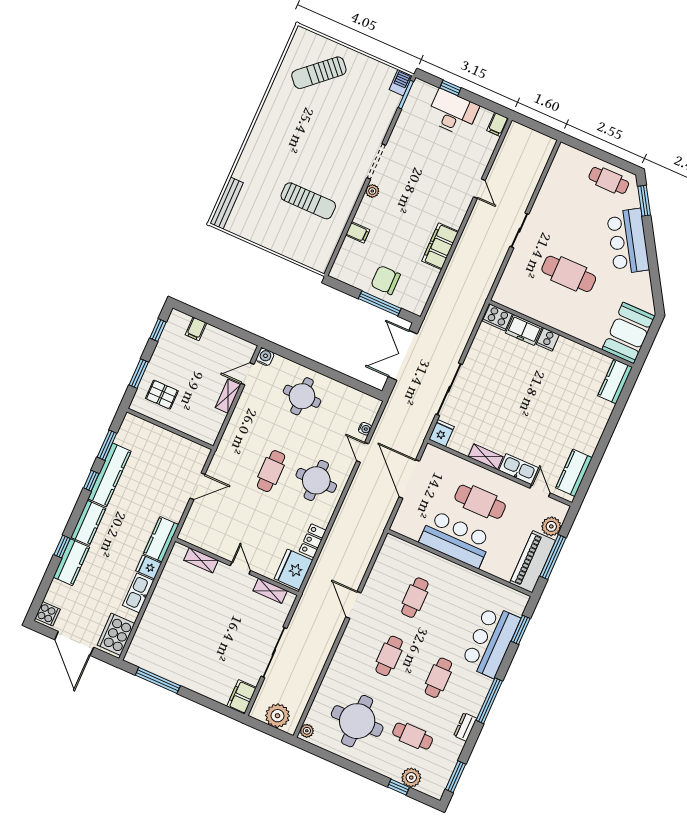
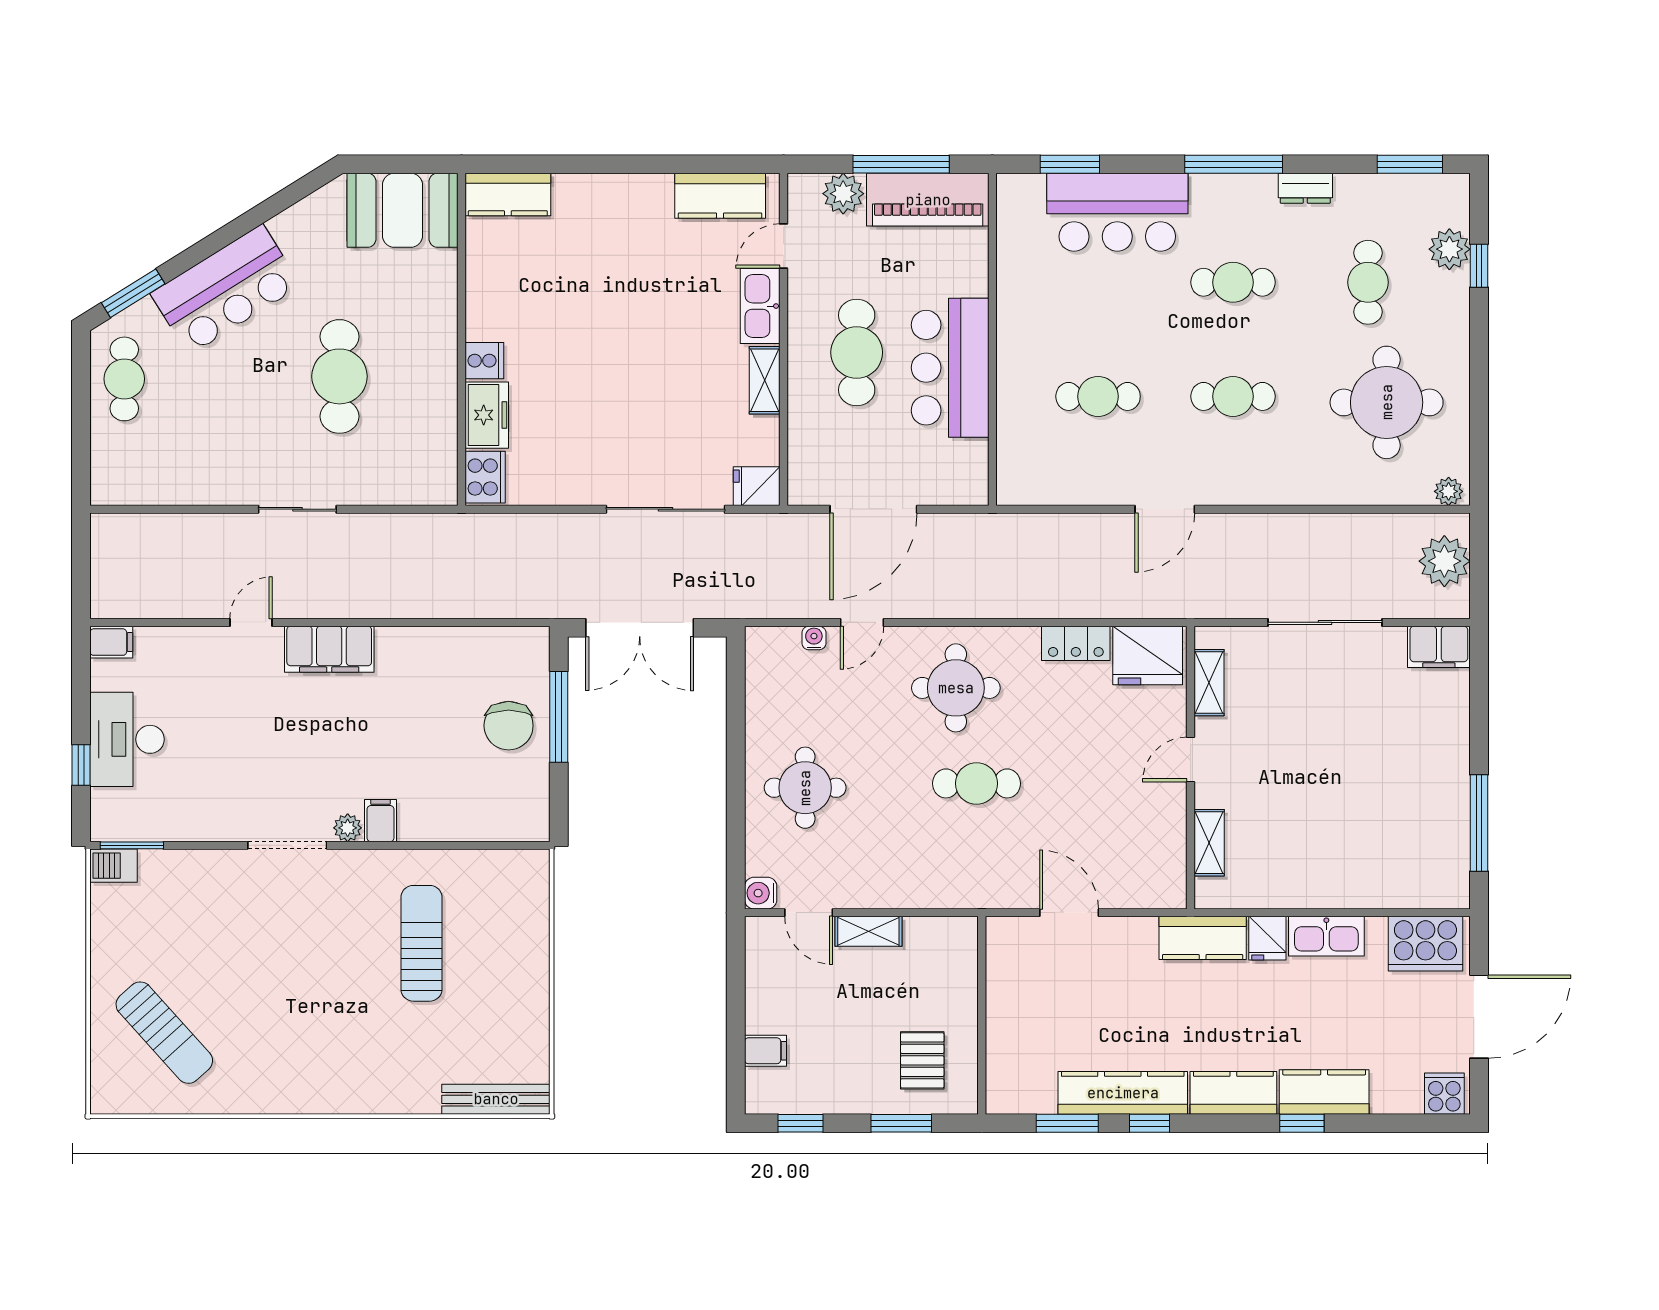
filing cabinet: (358, 232) -> (381, 821), moved
filing cabinet: (440, 246) -> (329, 649), moved

